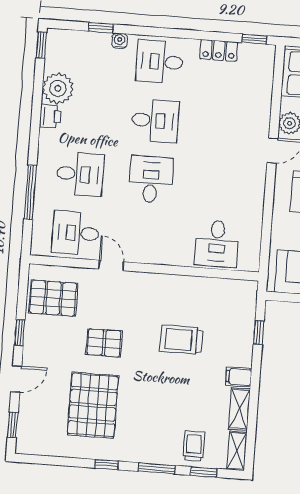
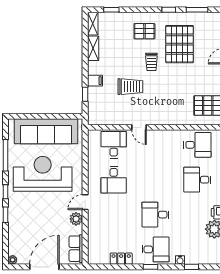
window: (254, 39) -> (150, 267), moved
desk: (151, 179) -> (114, 180), moved
door: (111, 265) -> (139, 127), moved
pallet: (104, 343) -> (144, 31), moved
filing cabinet: (239, 377) -> (95, 81), moved
trolley: (194, 446) -> (151, 62), moved
window: (157, 468) -> (197, 10), moved

